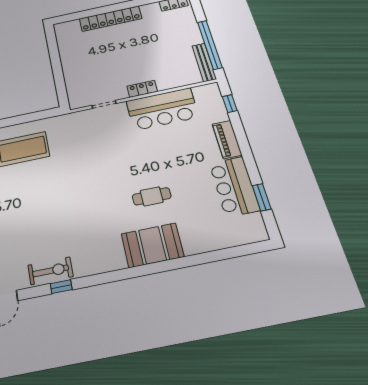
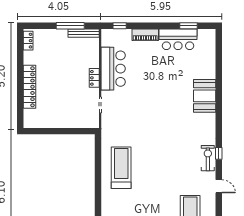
window: (210, 45) -> (70, 26), width x0.68
cafe table: (152, 196) -> (173, 89), removed

